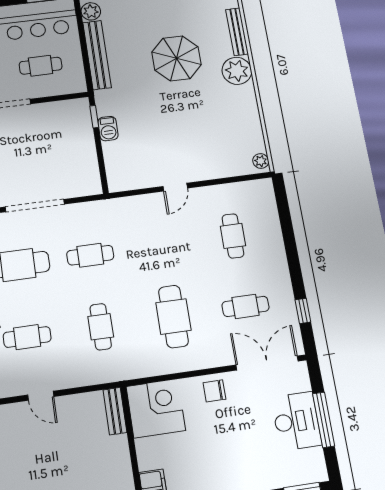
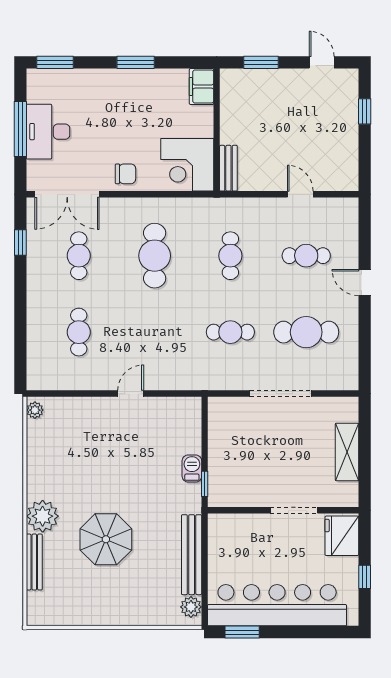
cafe table: (41, 66) -> (254, 550), removed
cafe table: (246, 306) -> (79, 256), turned 90

